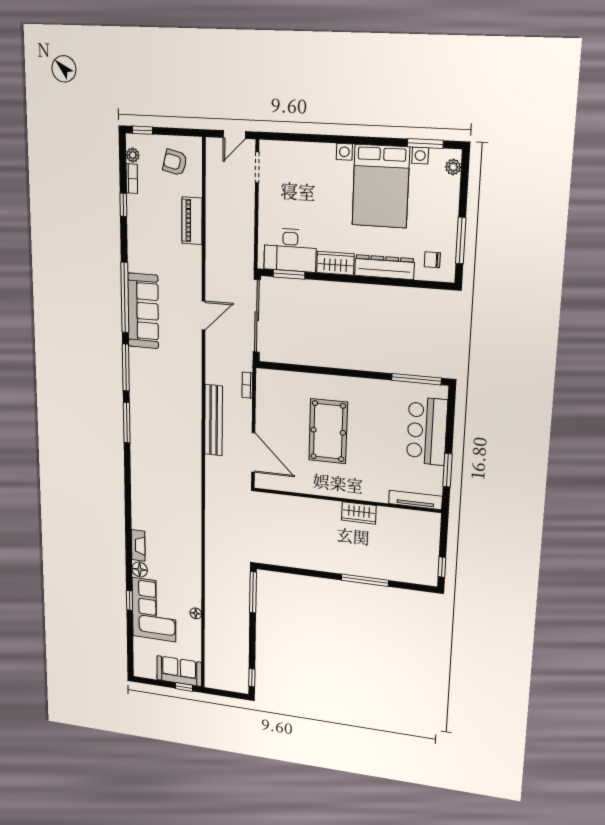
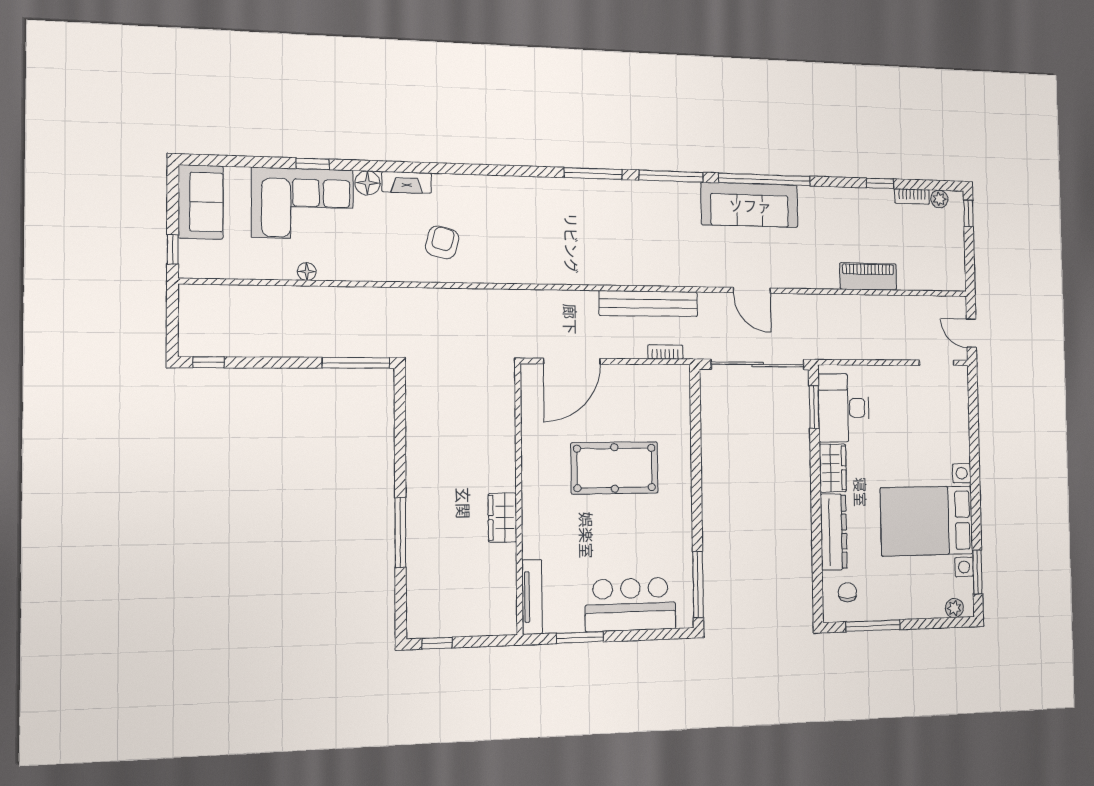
armchair: (175, 162) -> (442, 242), moved
bench: (214, 420) -> (648, 304), moved
sofa: (179, 671) -> (201, 202), moved

